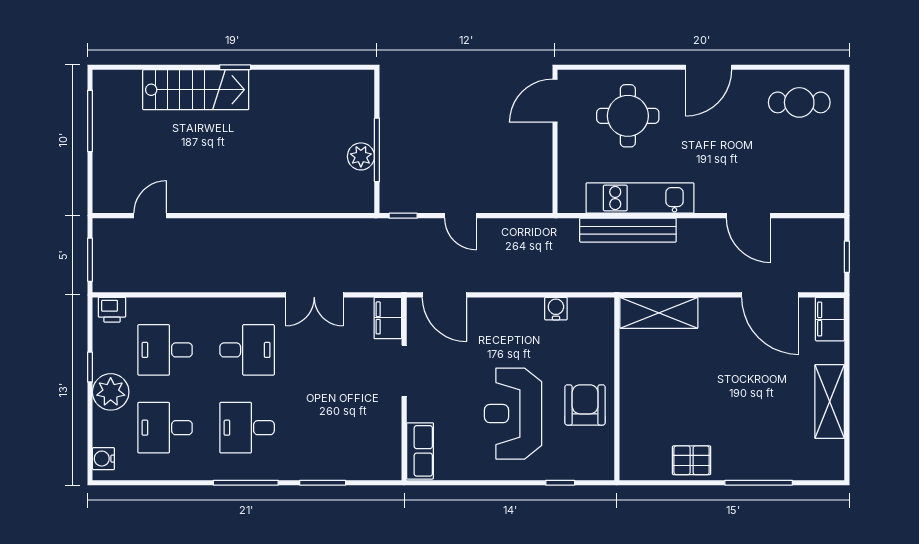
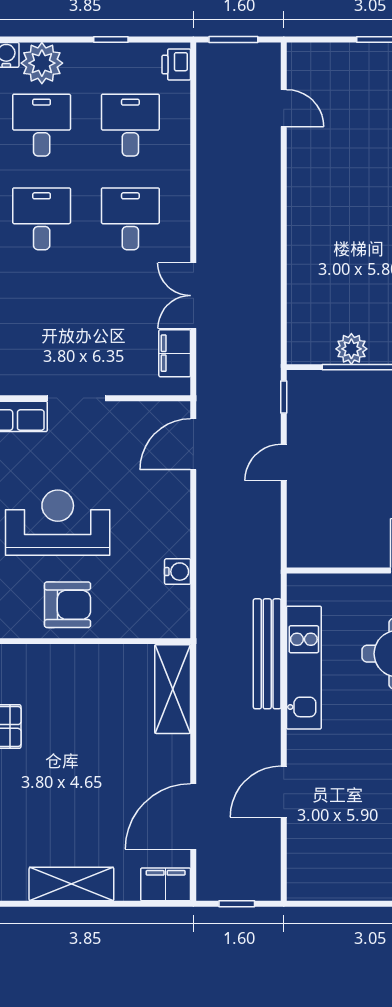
filing cabinet: (388, 318) -> (175, 353), moved, turned -90
desk: (247, 350) -> (130, 219), turned 180
doorway: (404, 371) -> (76, 398), moved
plant: (111, 392) -> (42, 63), moved

